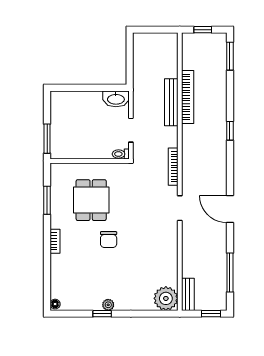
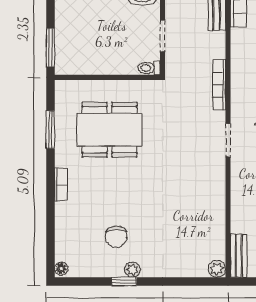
dining table: (91, 200) -> (109, 130), width x1.38
chair: (109, 240) -> (116, 237), moved
plant: (166, 298) -> (217, 269), width x0.53, depth x0.53

